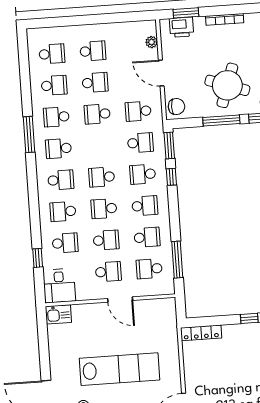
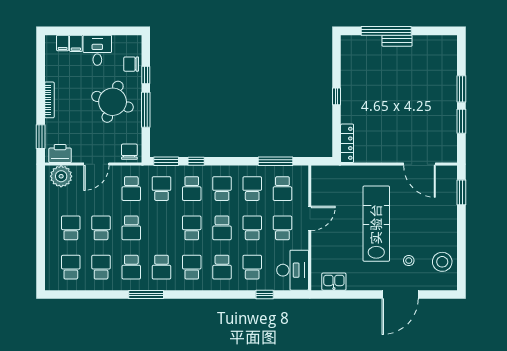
printer: (182, 27) -> (60, 153), moved, turned -90
plant: (152, 42) -> (61, 176), width x1.88, depth x1.88
school desk: (102, 177) -> (192, 228), turned 180
desk: (59, 286) -> (293, 270), width x1.37
kitchen sink: (58, 314) -> (334, 282), moved, turned -90

